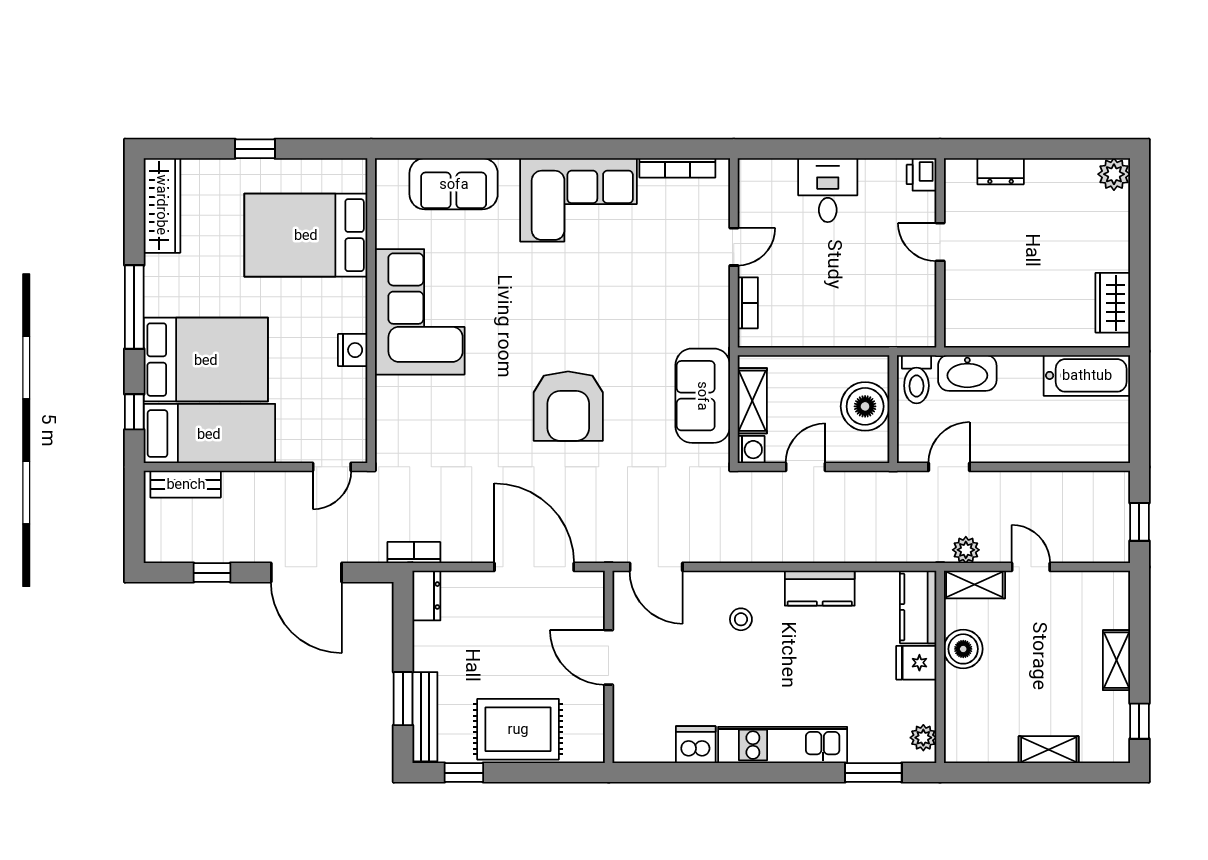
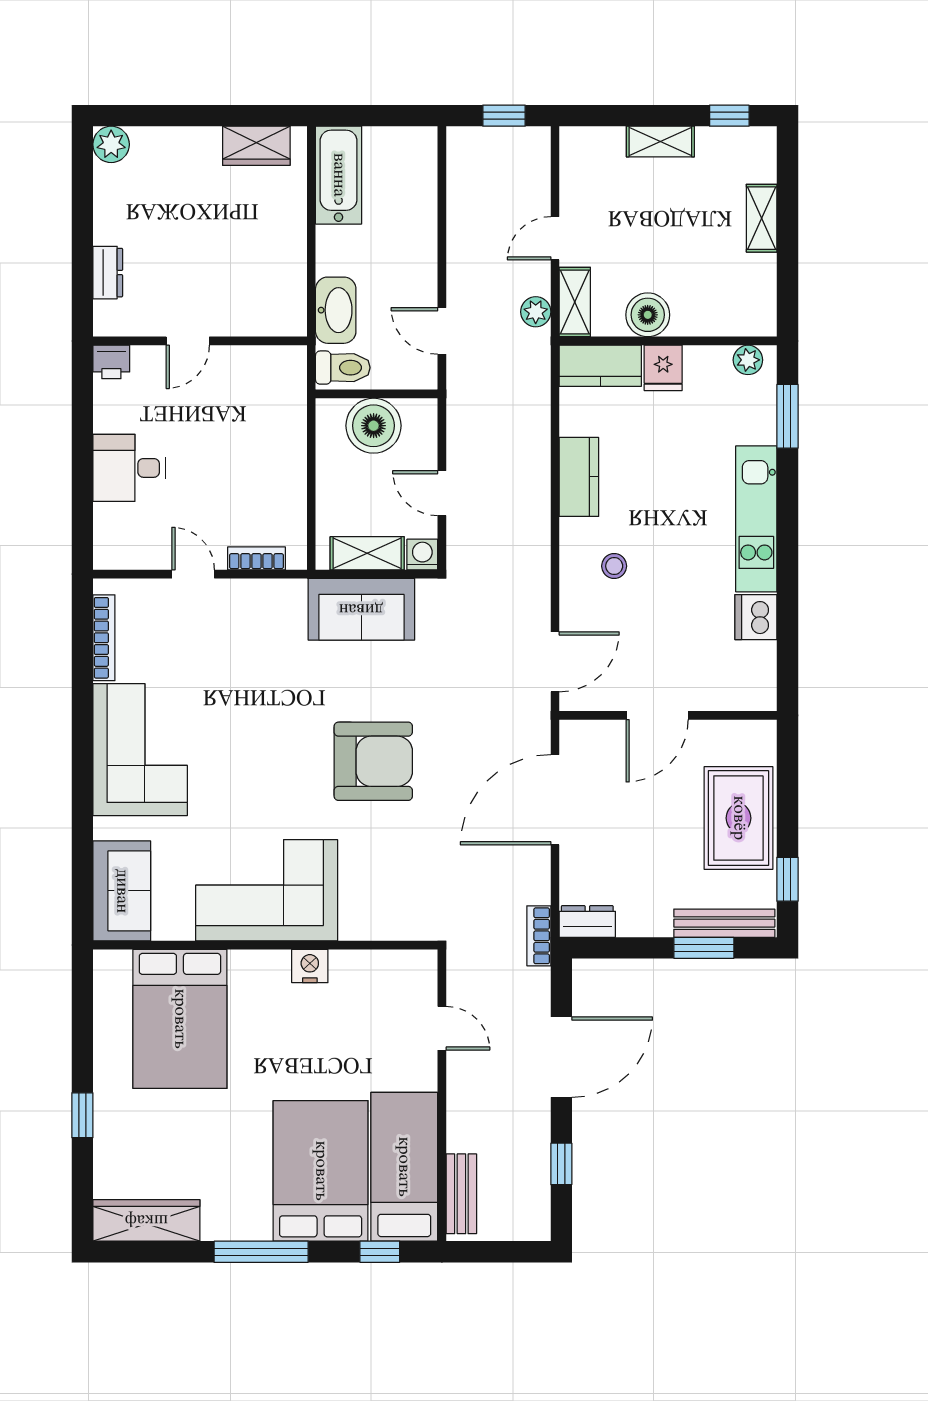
bed: (306, 235) -> (180, 1019), moved
wall: (371, 311) -> (265, 945), moved
corner sofa: (420, 312) -> (267, 890), moved
nightstand: (353, 350) -> (310, 966), moved

